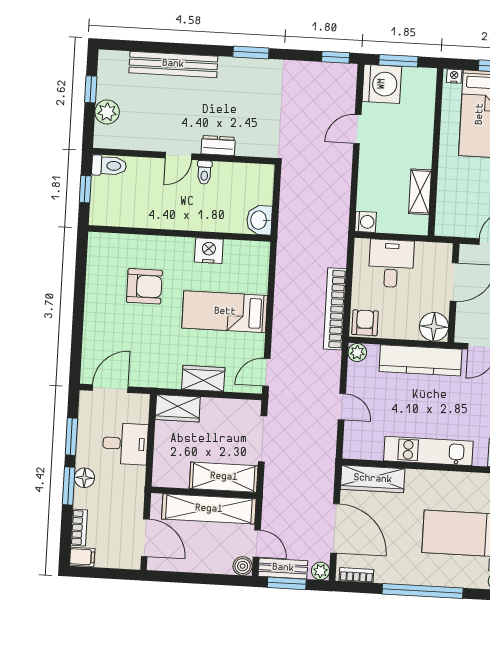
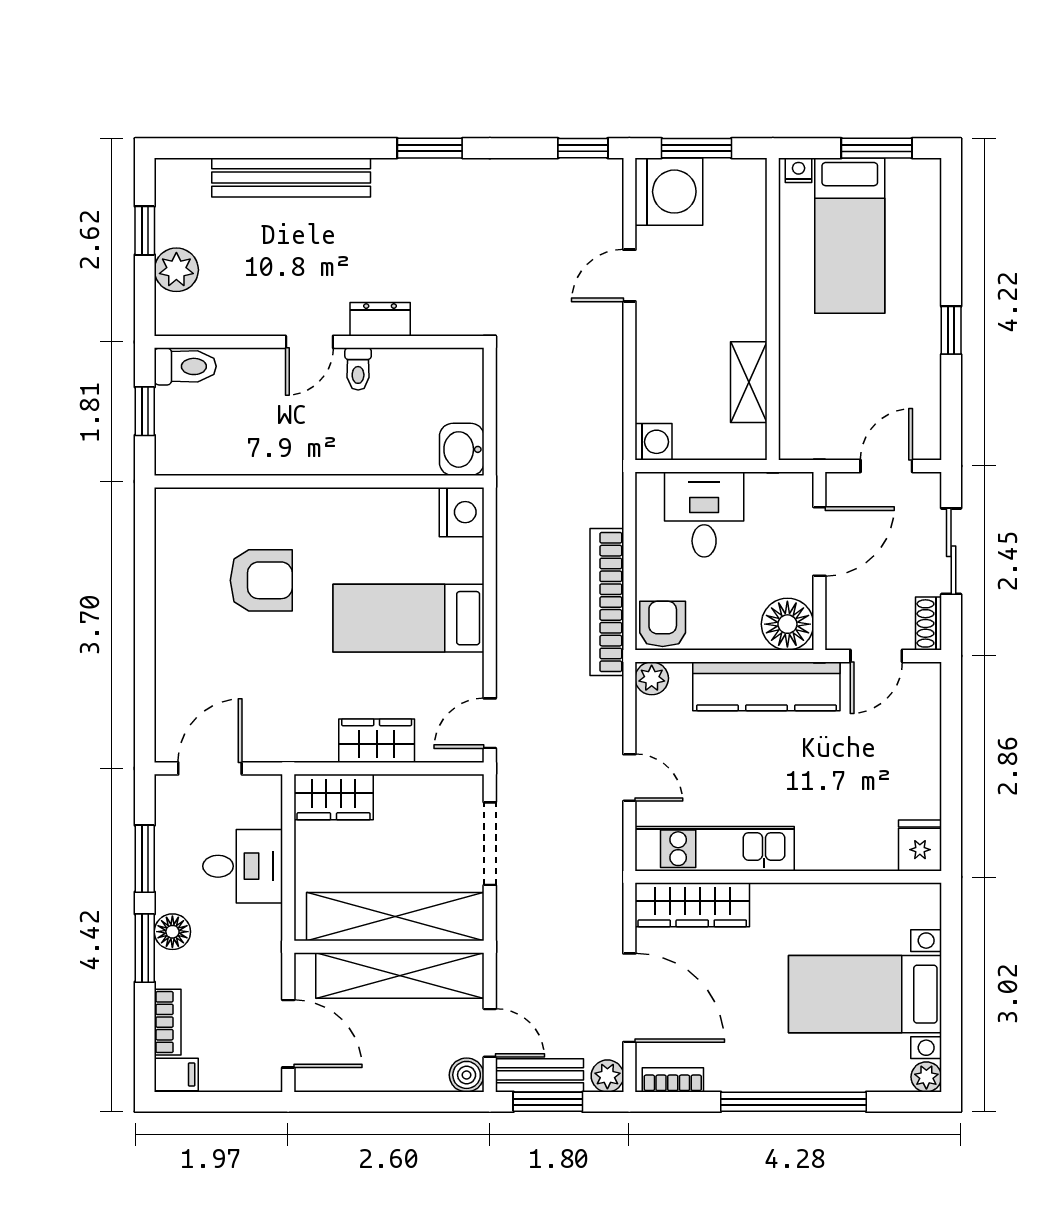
nightstand: (209, 251) -> (462, 512), moved, turned 90
kitchen unit: (428, 451) -> (715, 849), moved
shelving: (224, 477) -> (395, 917), width x1.47

